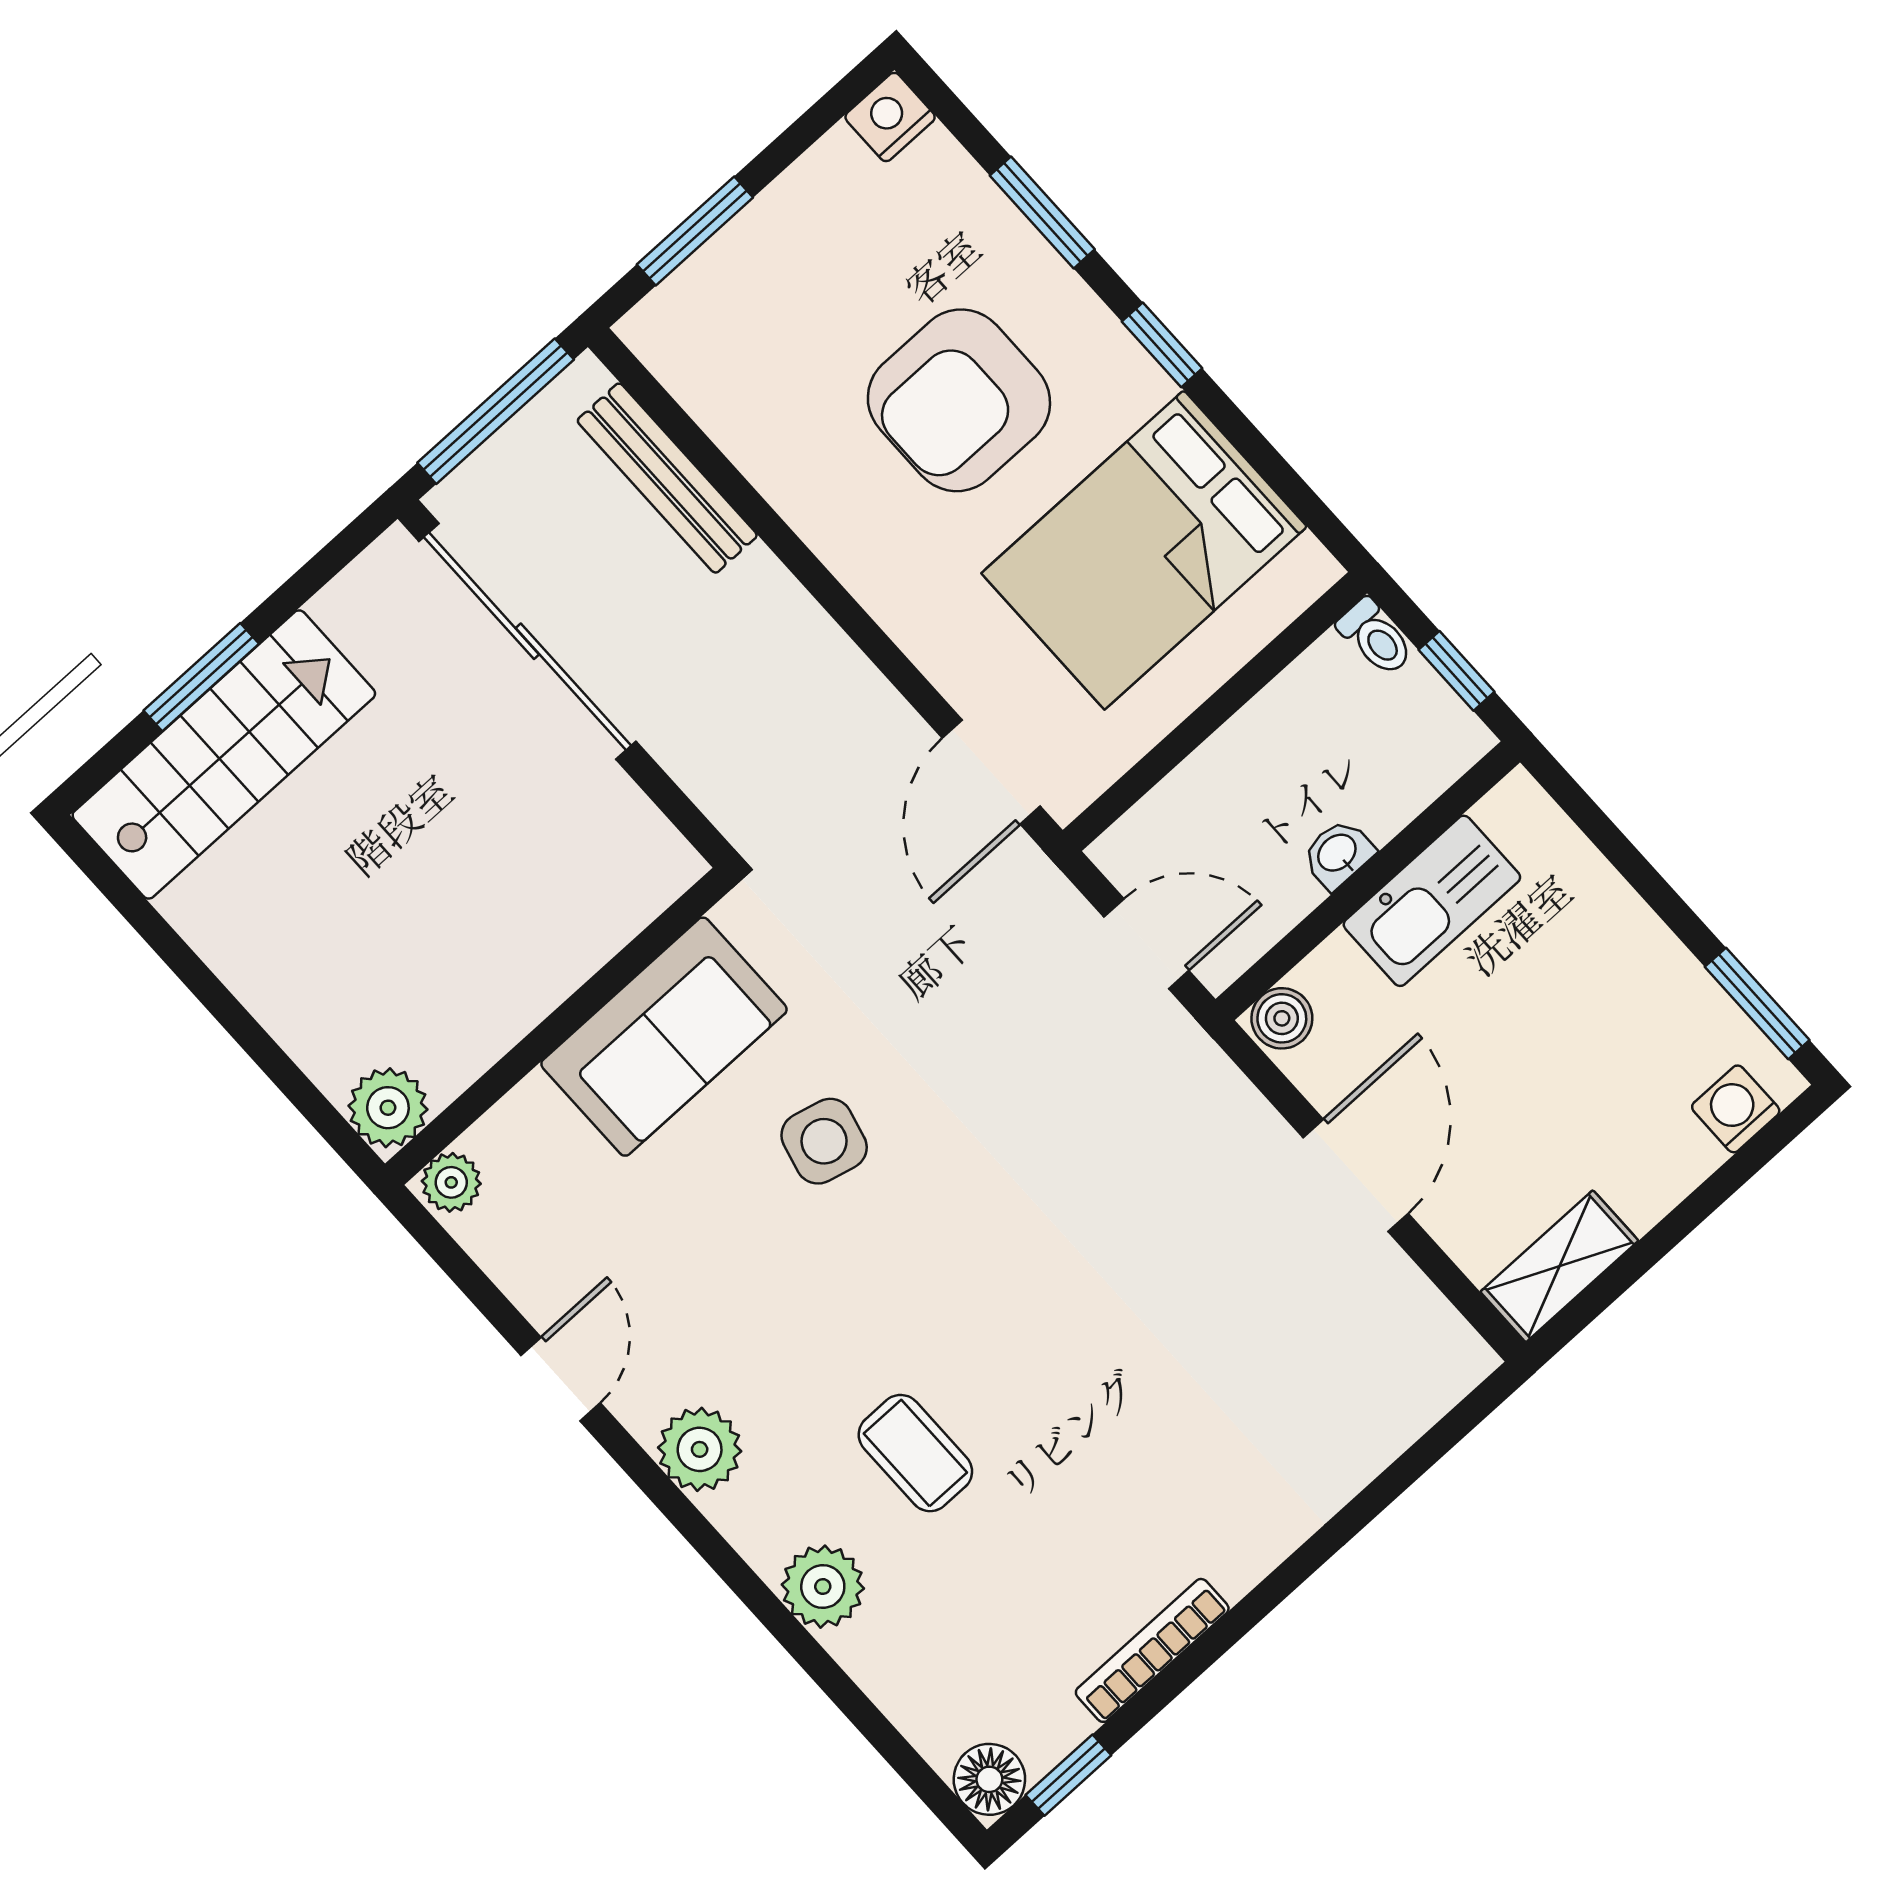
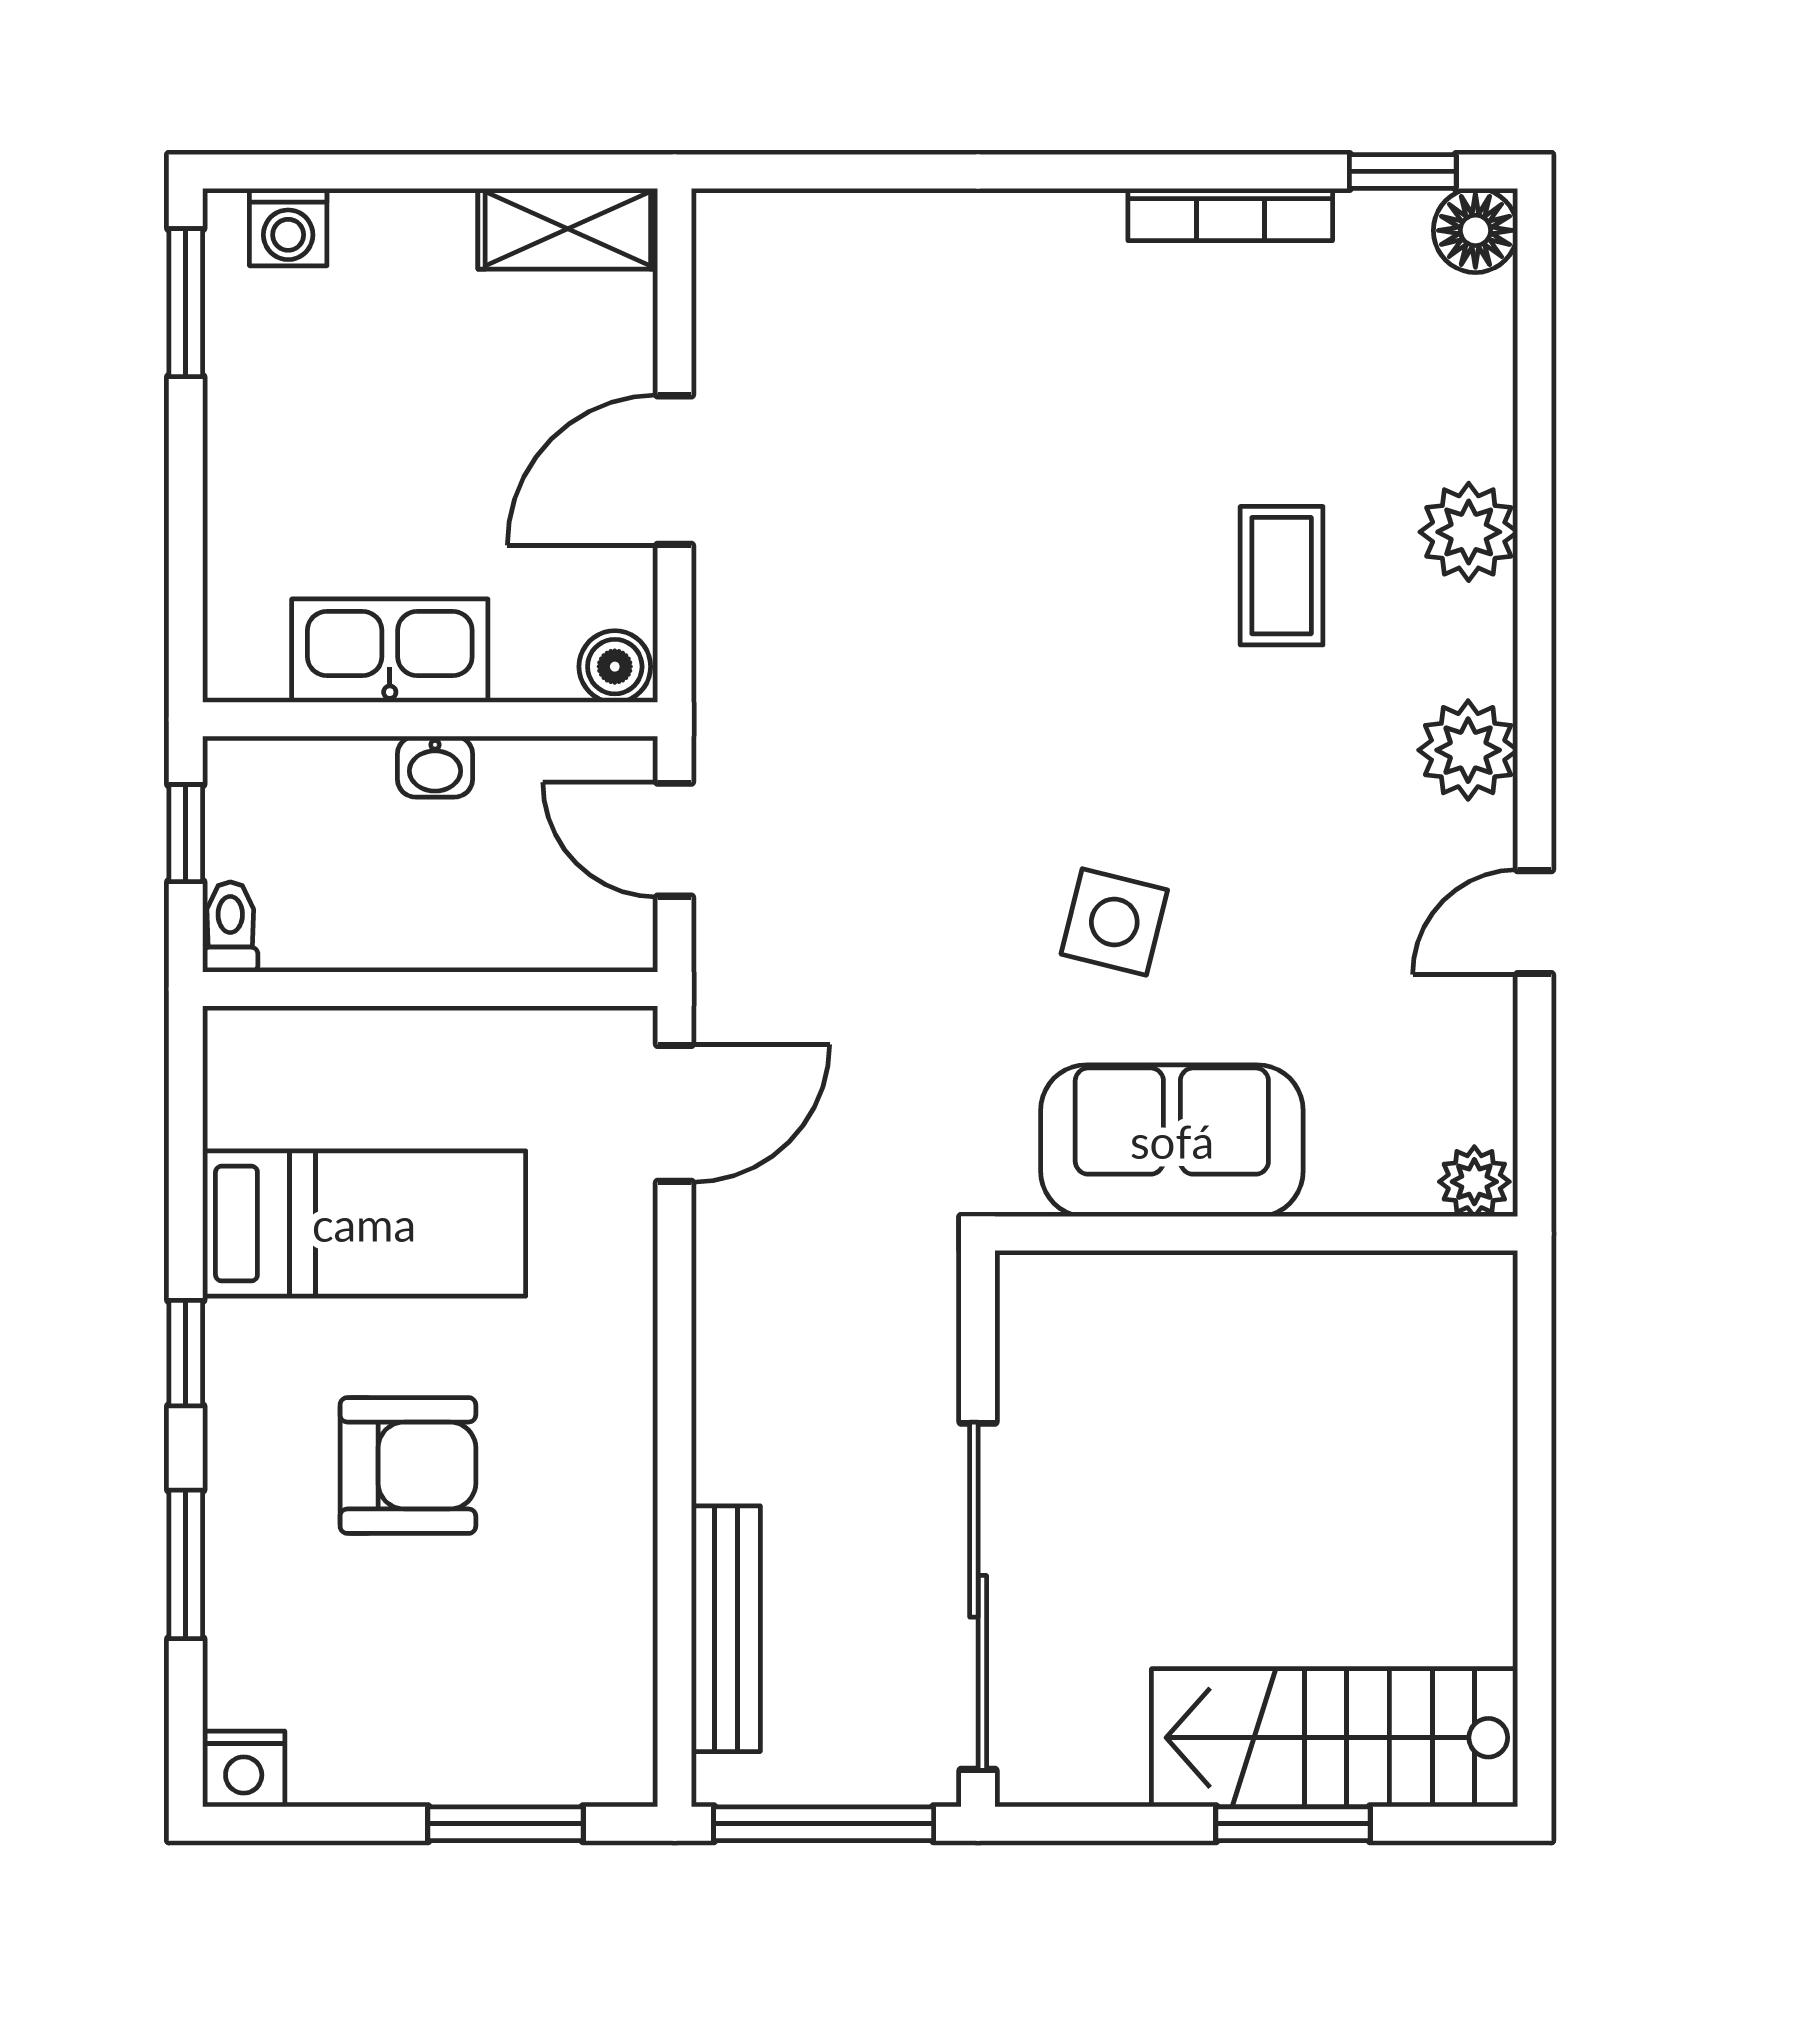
armchair: (959, 400) -> (408, 1465), width x0.73, depth x0.73
bed: (1144, 550) -> (364, 1224), width x0.67
plant: (388, 1108) -> (1471, 1297), removed

